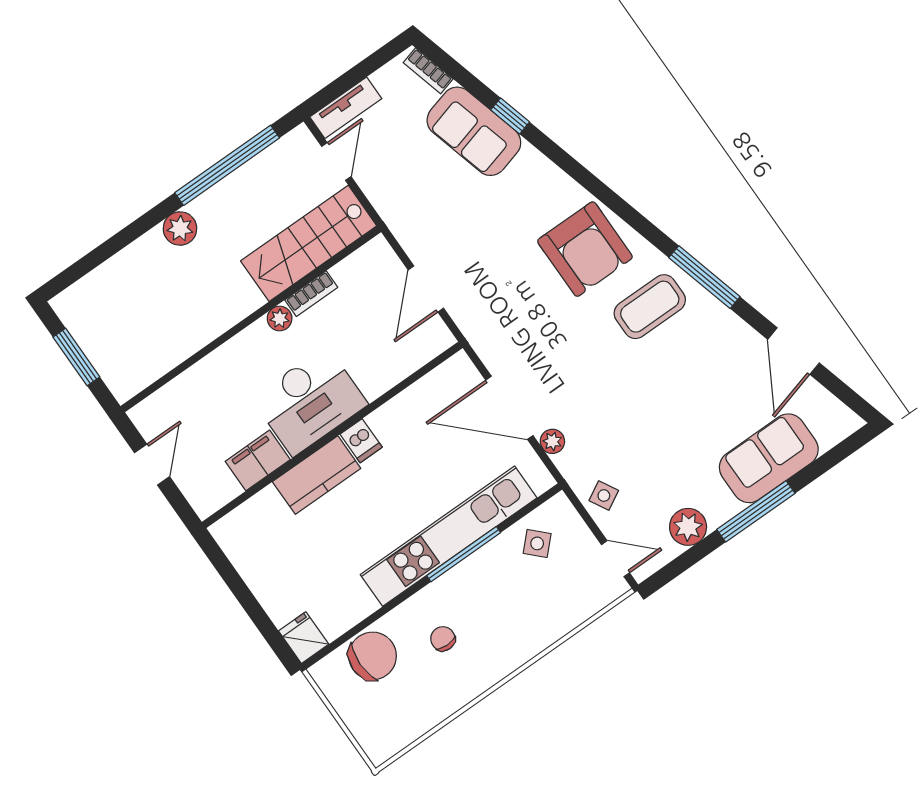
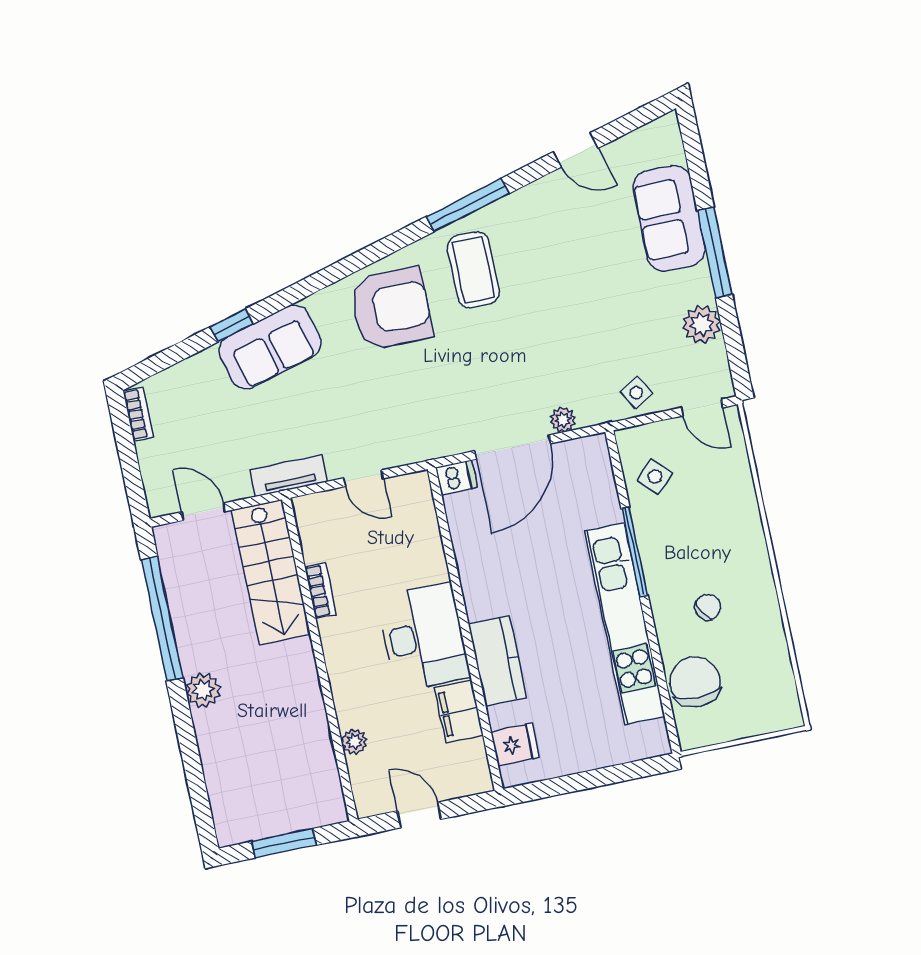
bookcase: (428, 71) -> (138, 414), moved, turned -75
tv unit: (346, 108) -> (289, 476), moved, turned -90
sofa: (474, 131) -> (270, 347), moved
door: (426, 289) -> (364, 478), width x0.73
plant: (280, 318) -> (354, 742), moved
door: (793, 351) -> (576, 150), width x0.73
dishwasher: (361, 441) -> (456, 478), moved
kitchen unit: (449, 536) -> (625, 624), moved
door: (615, 559) -> (702, 408), swing flipped
fridge: (304, 638) -> (515, 744), moved, turned 180
chair: (443, 639) -> (708, 607), turned 150

